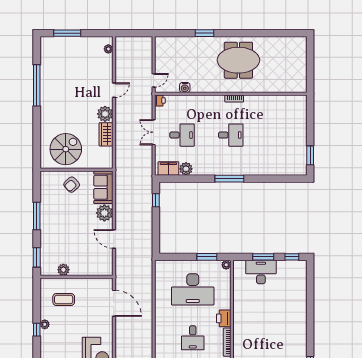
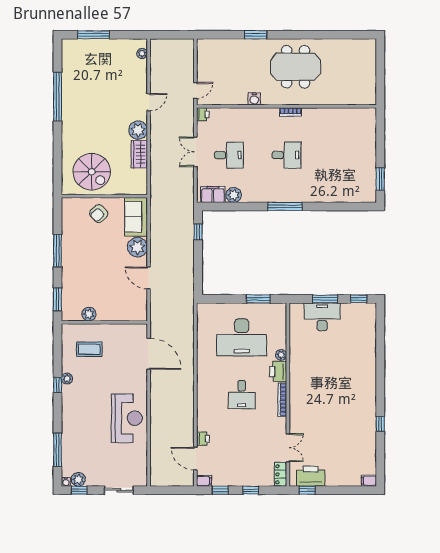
water cooler: (185, 87) -> (254, 99), moved
spiral stairs: (66, 149) -> (92, 172), turned 90
plant: (226, 265) -> (281, 355), moved

